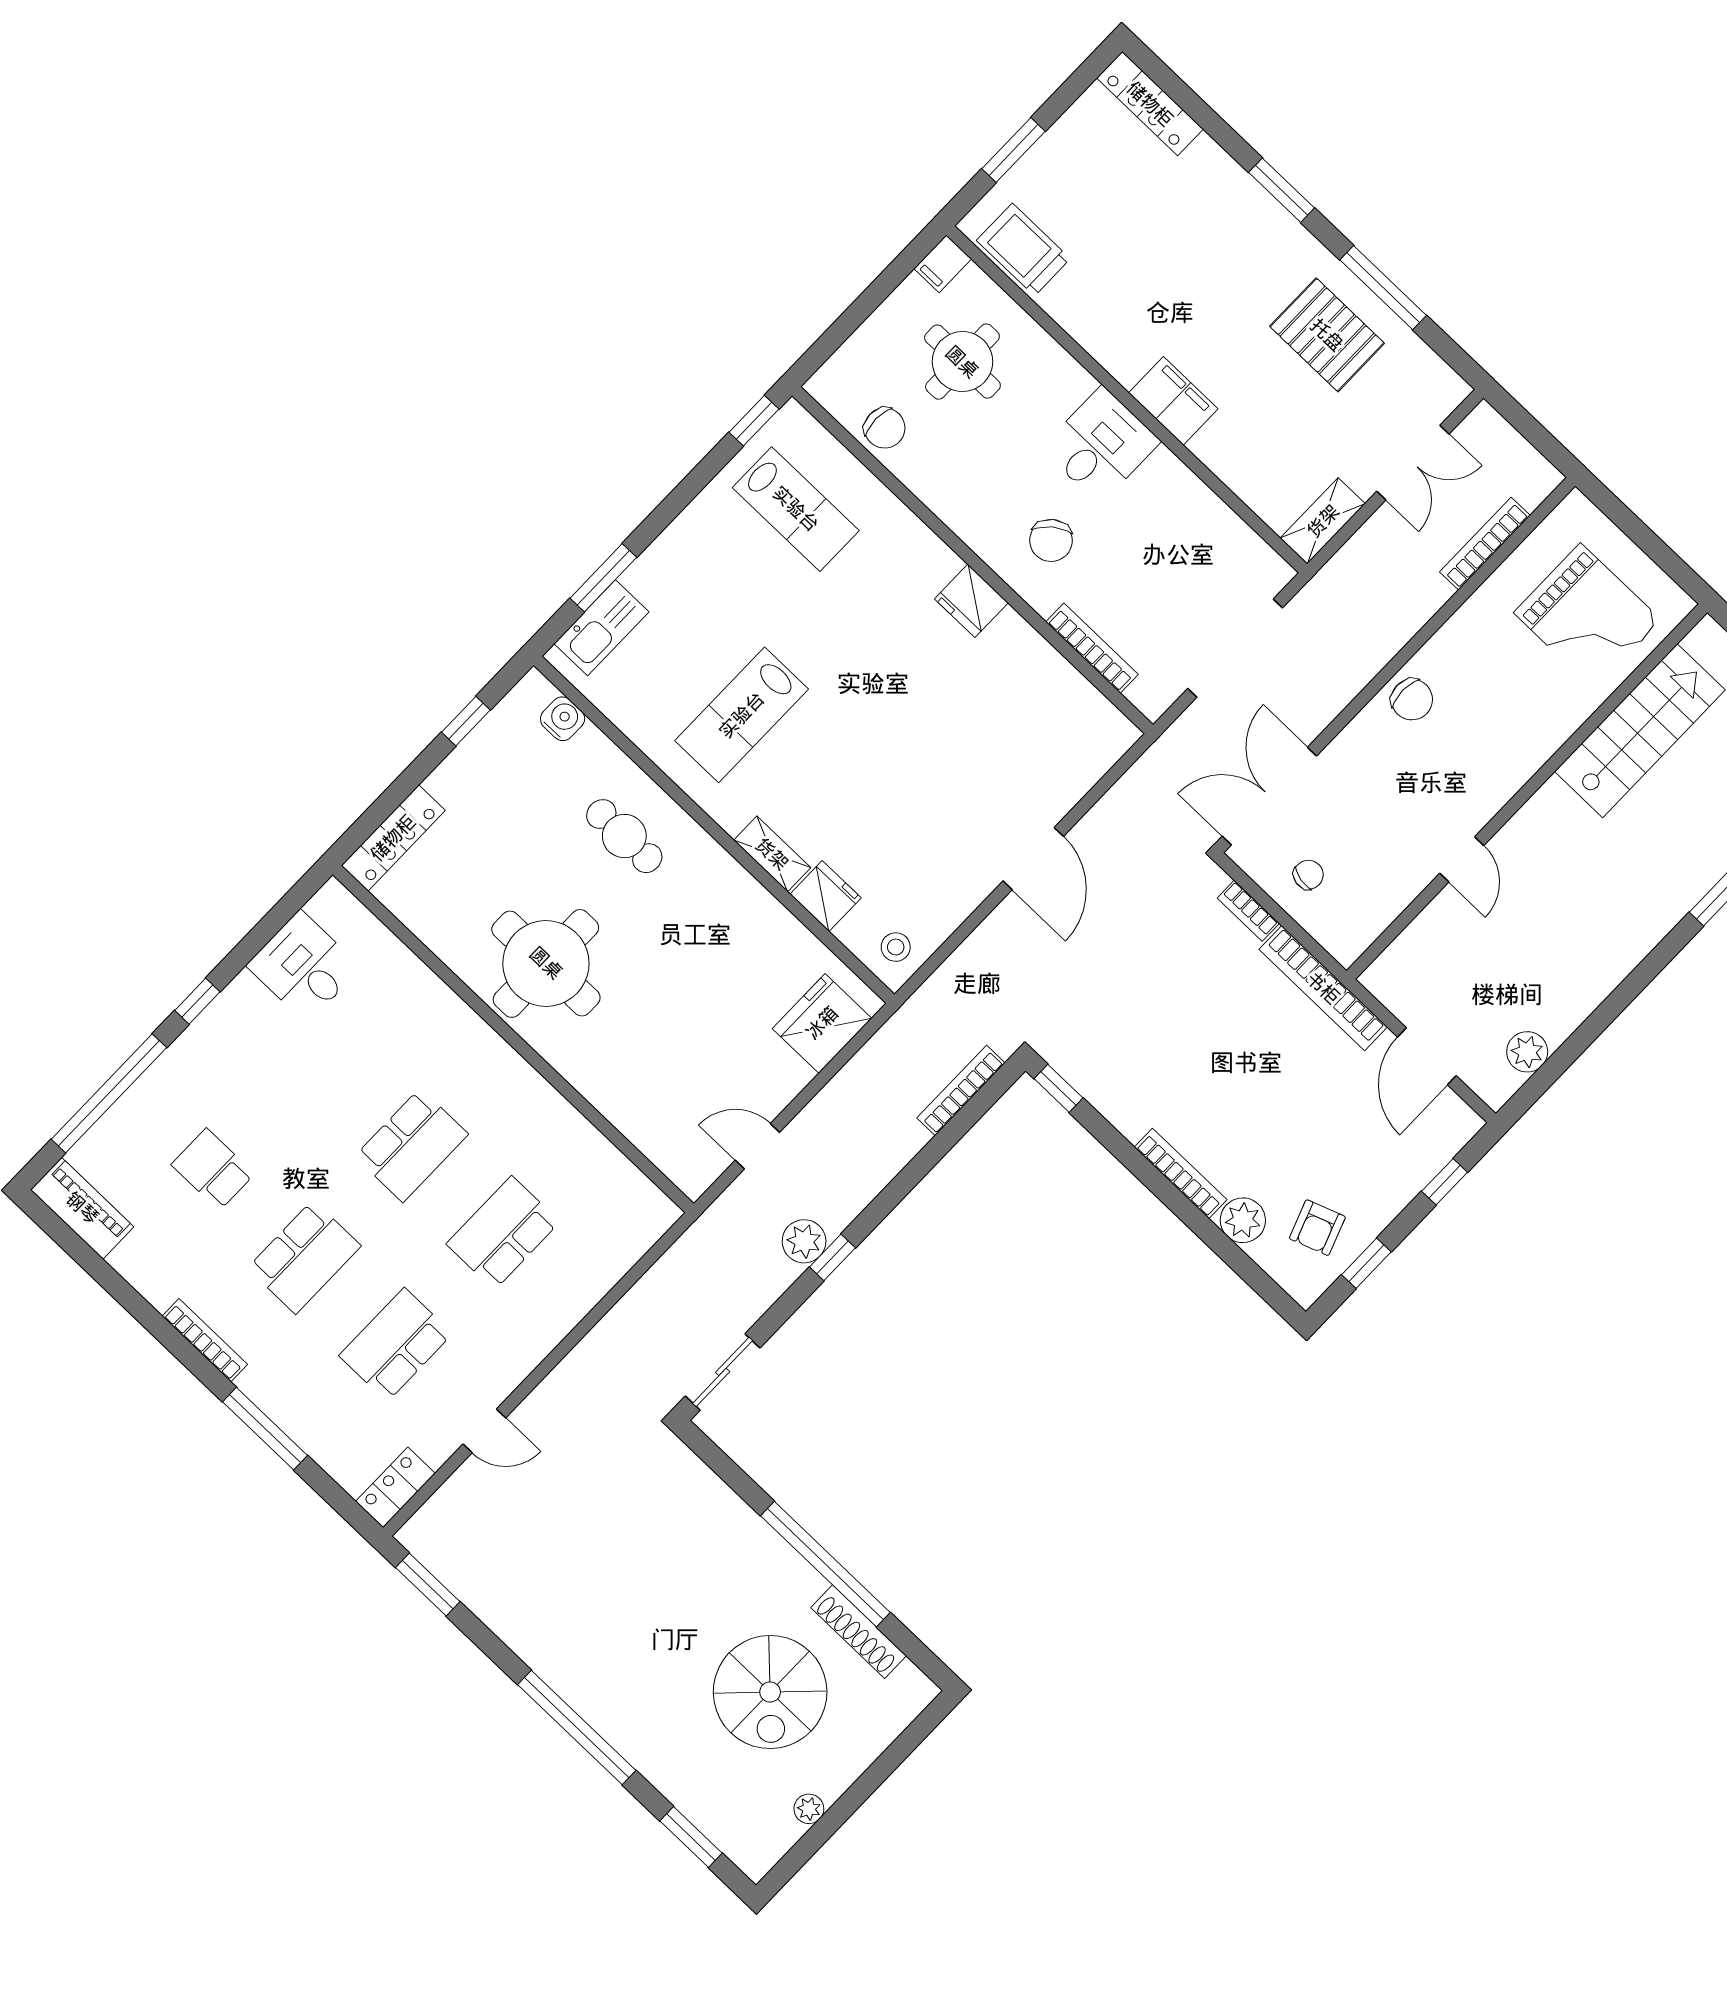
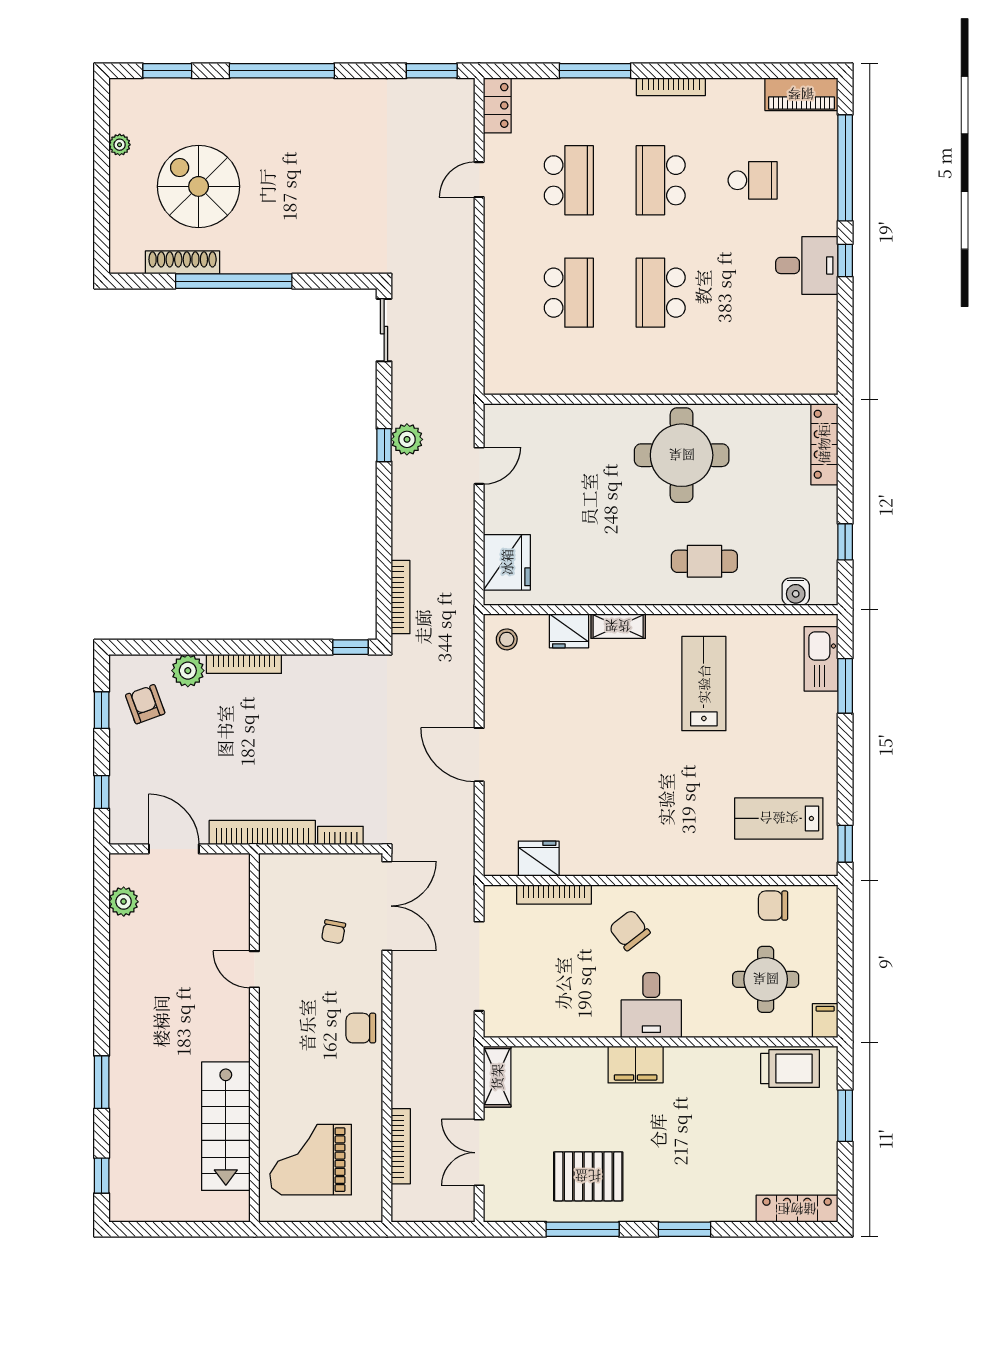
fridge: (971, 601) -> (539, 859), moved
chair: (1308, 875) -> (334, 932), moved
desk: (304, 967) -> (807, 265), moved

